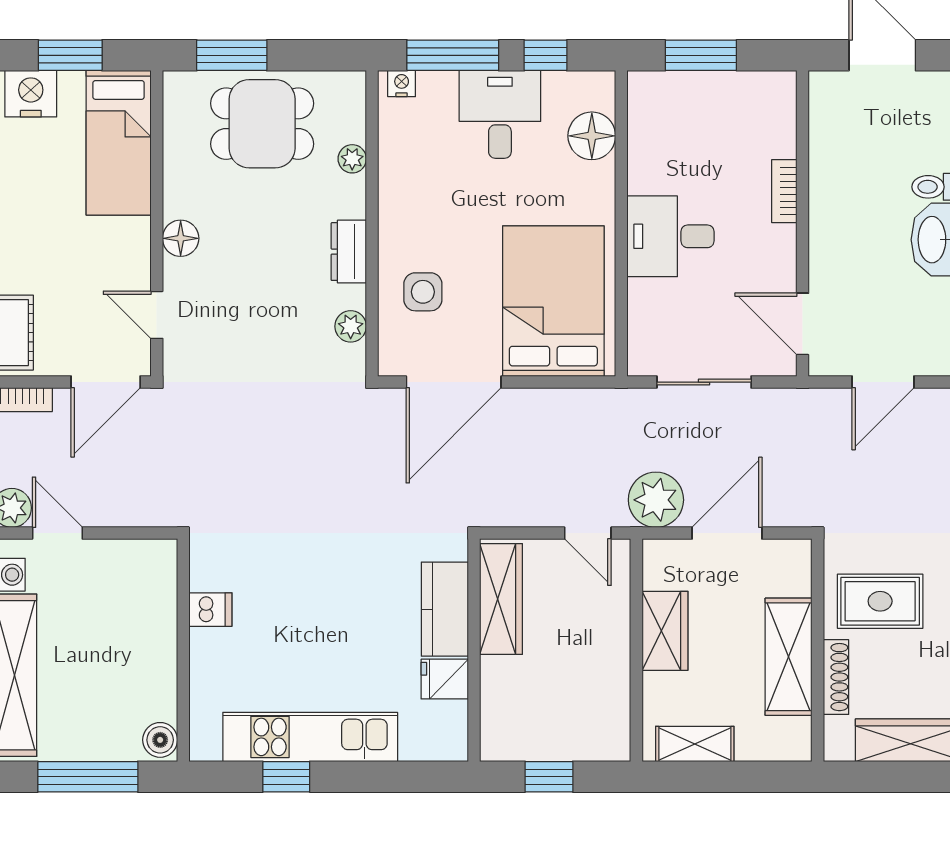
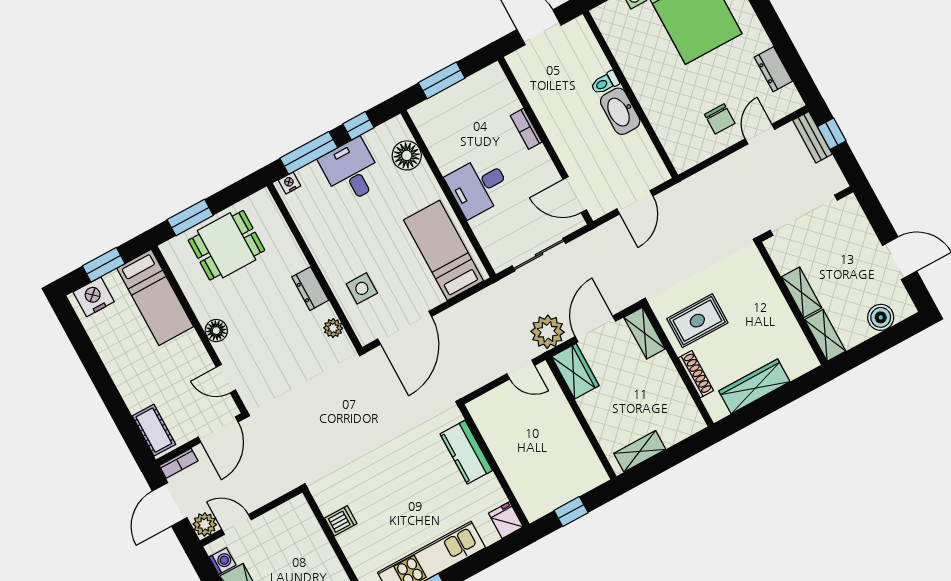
plant: (352, 159) -> (285, 238), removed
bed: (553, 301) -> (444, 250), width x0.67
wardrobe: (501, 599) -> (493, 430), removed
wardrobe: (665, 631) -> (575, 371), moved
shelving: (789, 657) -> (645, 333), moved, width x0.67, depth x0.75
fridge: (445, 679) -> (506, 520), moved, turned 90

